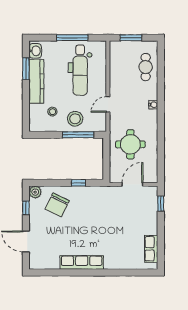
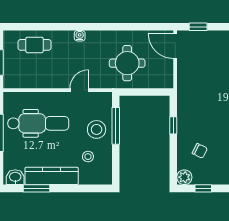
door: (108, 104) -> (79, 90), swing flipped
door: (132, 184) -> (175, 46), moved
chair: (57, 205) -> (200, 151), width x0.54, depth x0.54

